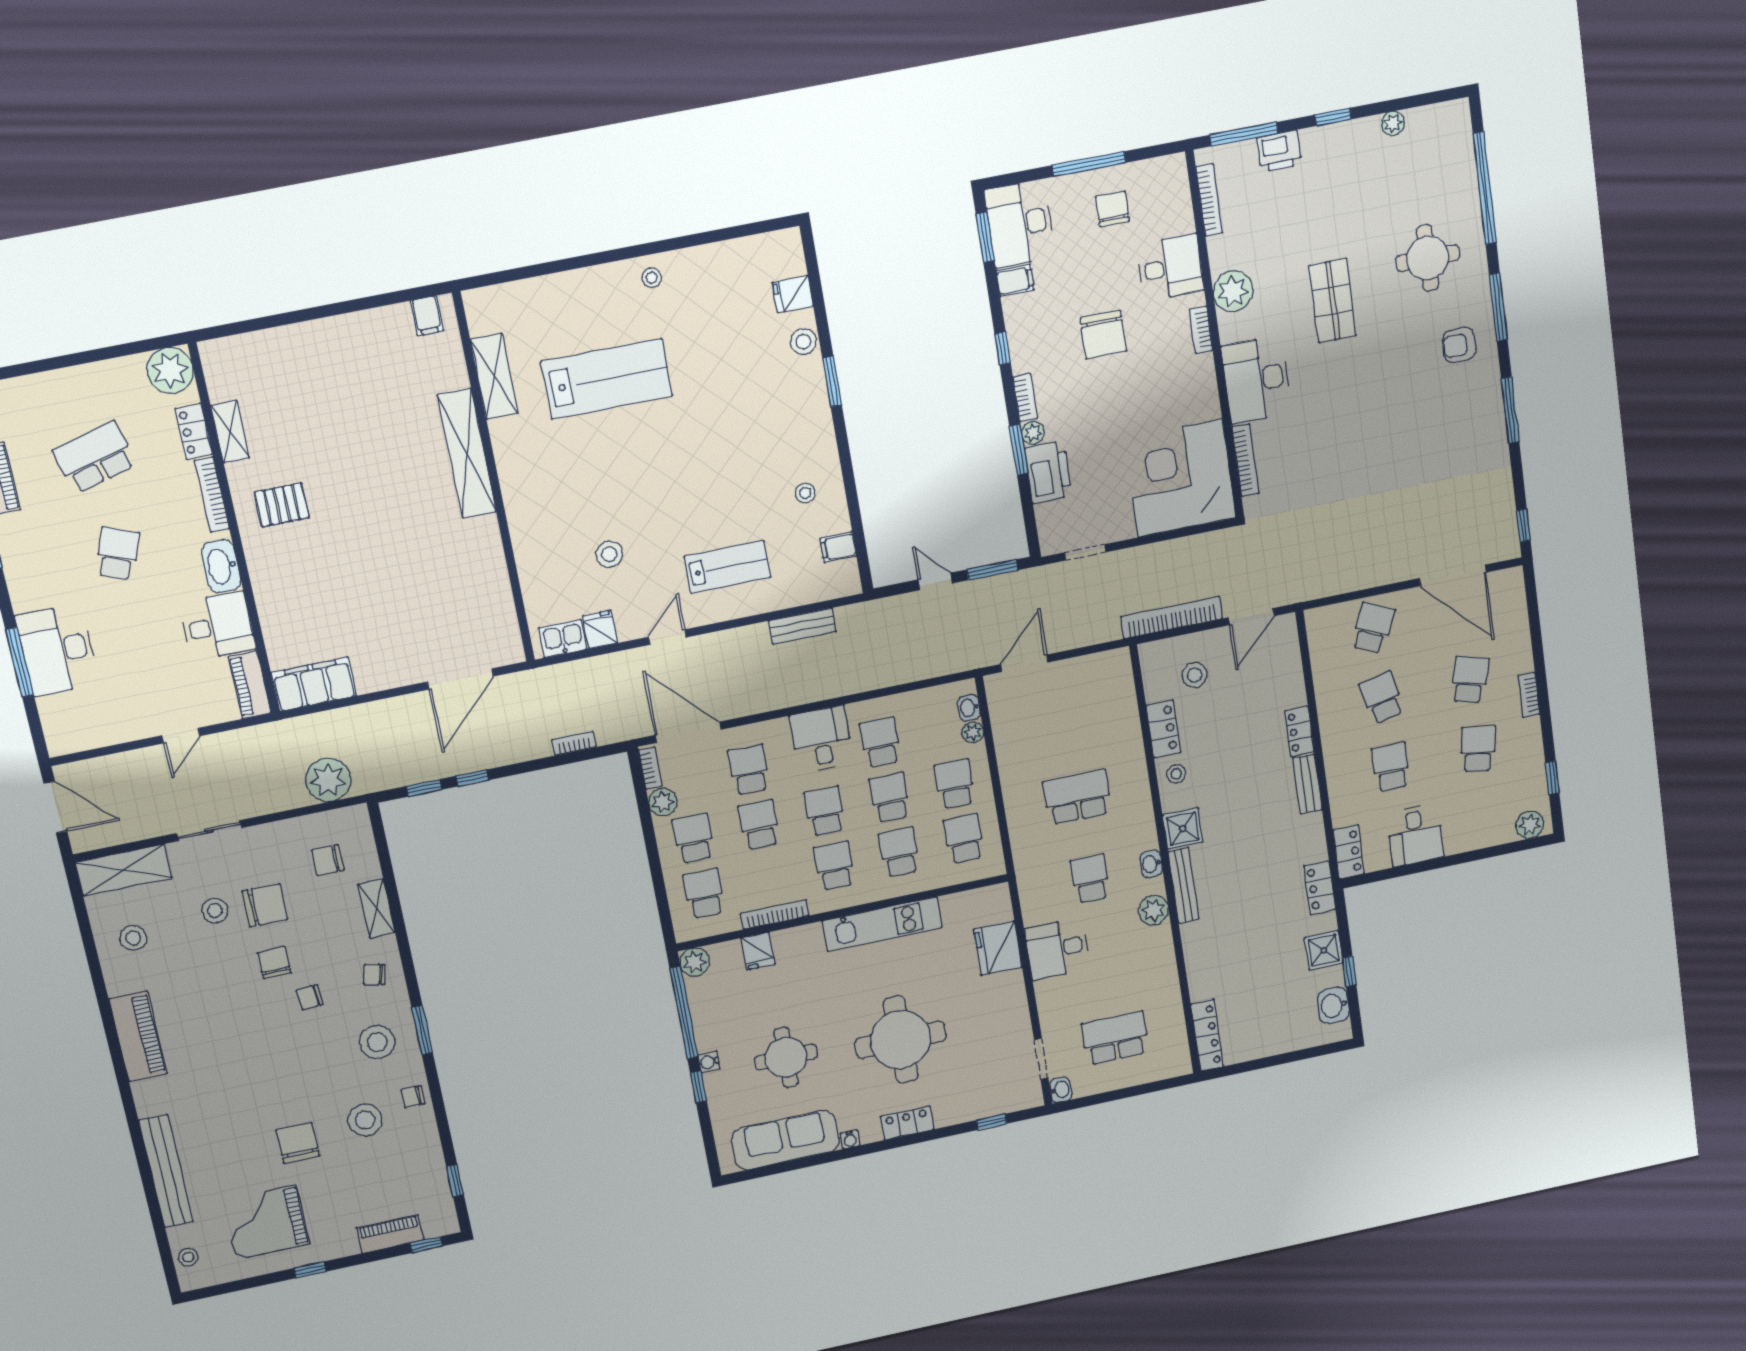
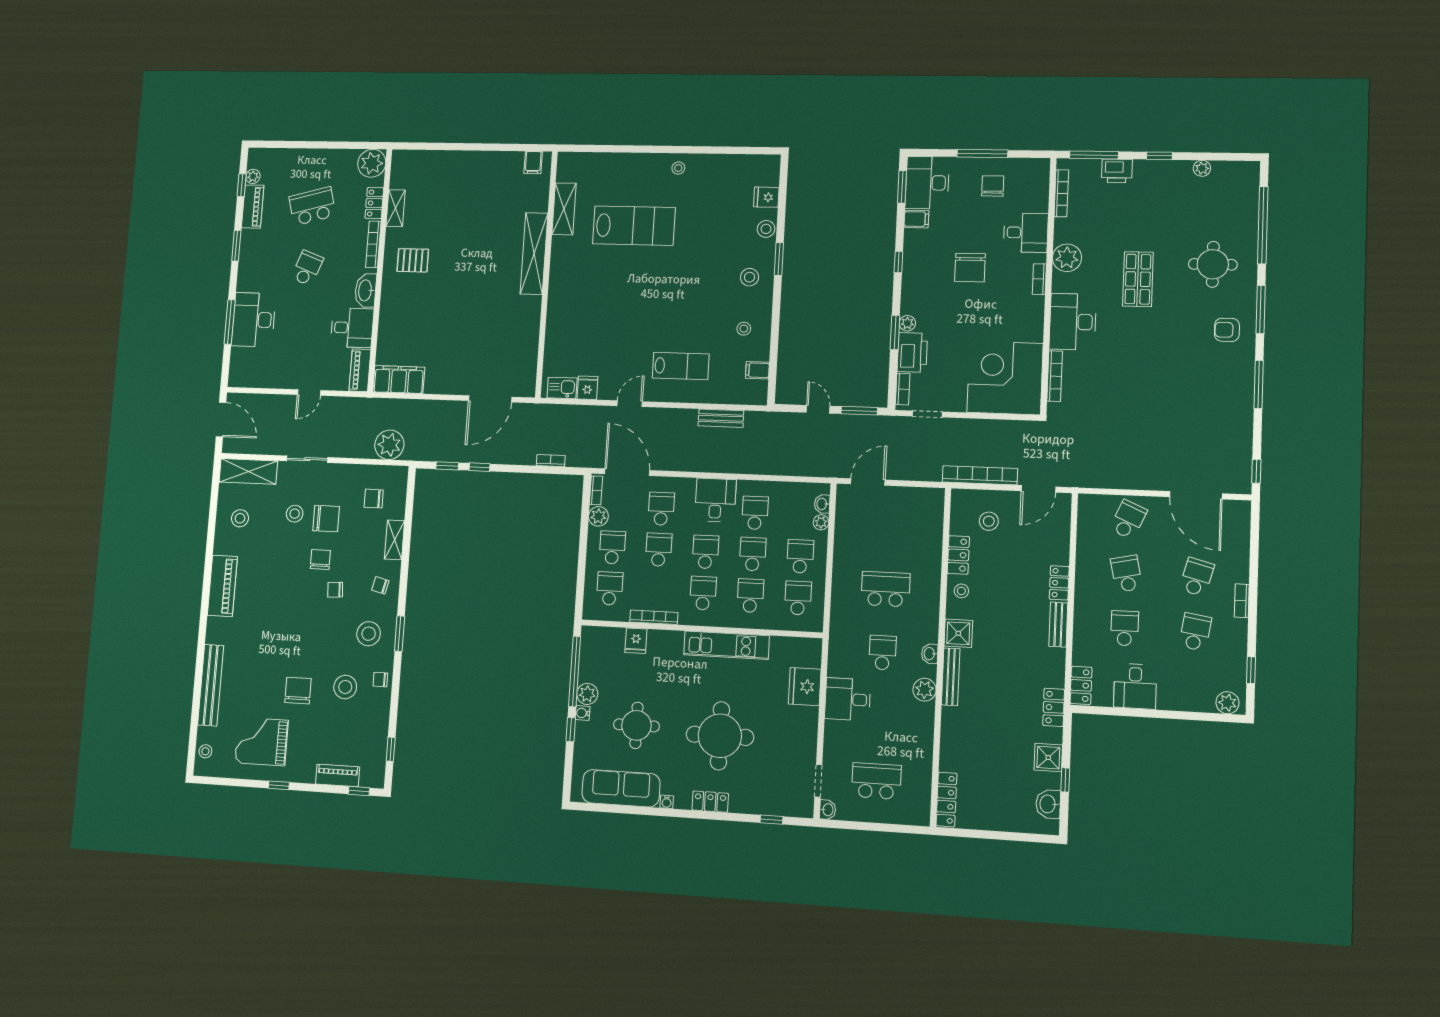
bookcase: (1025, 398) -> (903, 389), moved
stool: (609, 554) -> (750, 277), moved
plant: (695, 962) -> (587, 694), moved

